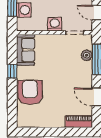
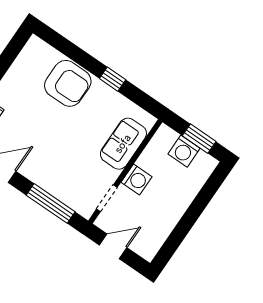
sofa: (26, 50) -> (123, 144), moved, turned 90
plant: (87, 55) -> (65, 194), removed

